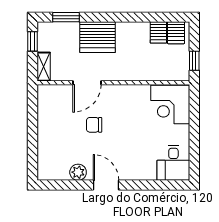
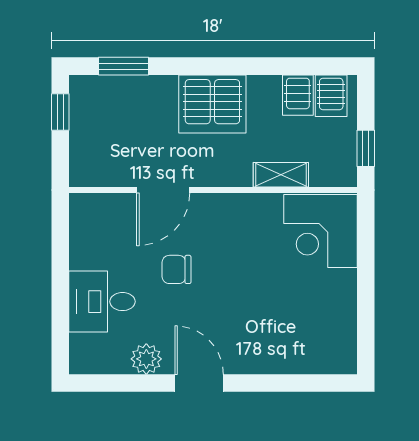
server rack: (98, 37) -> (212, 104), moved
shelving: (44, 67) -> (281, 175), moved, turned 90
desk: (173, 163) -> (102, 302), moved, turned 90

